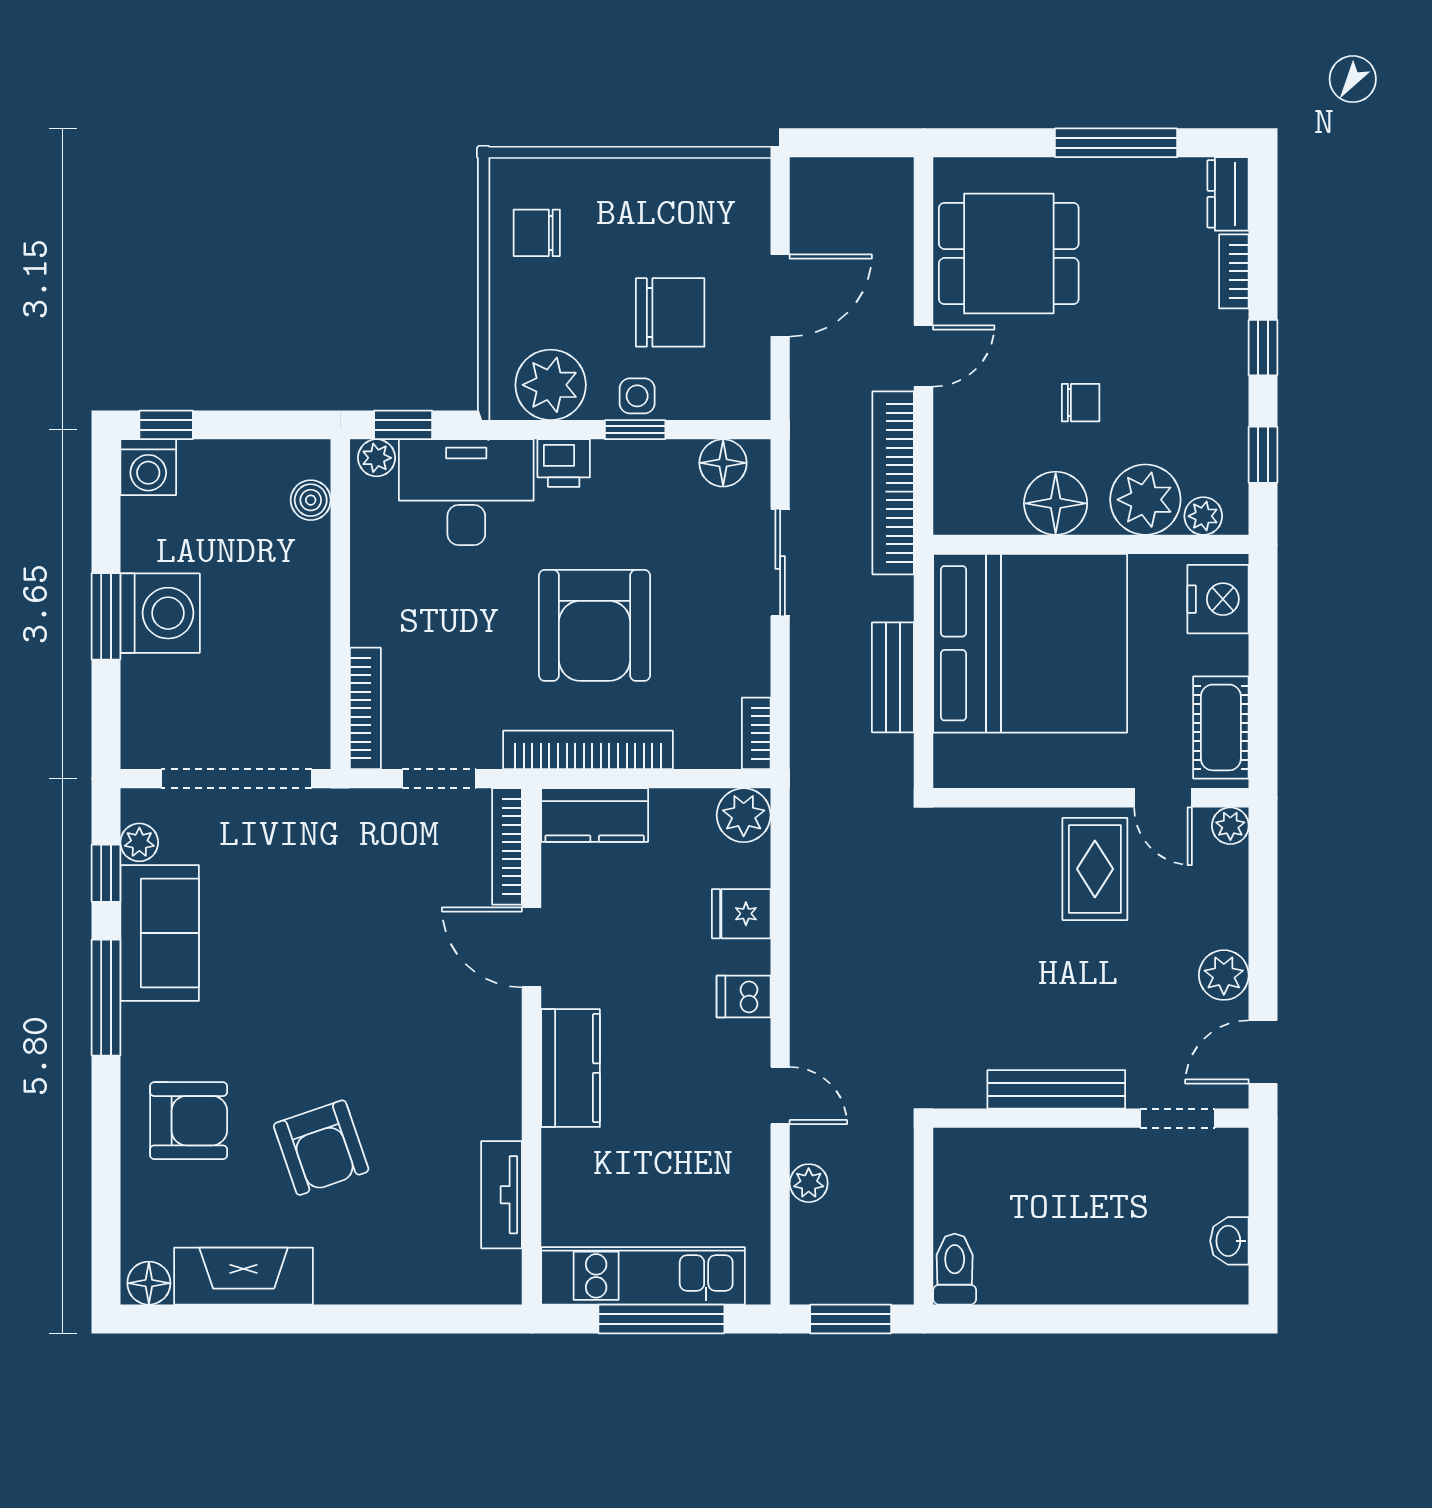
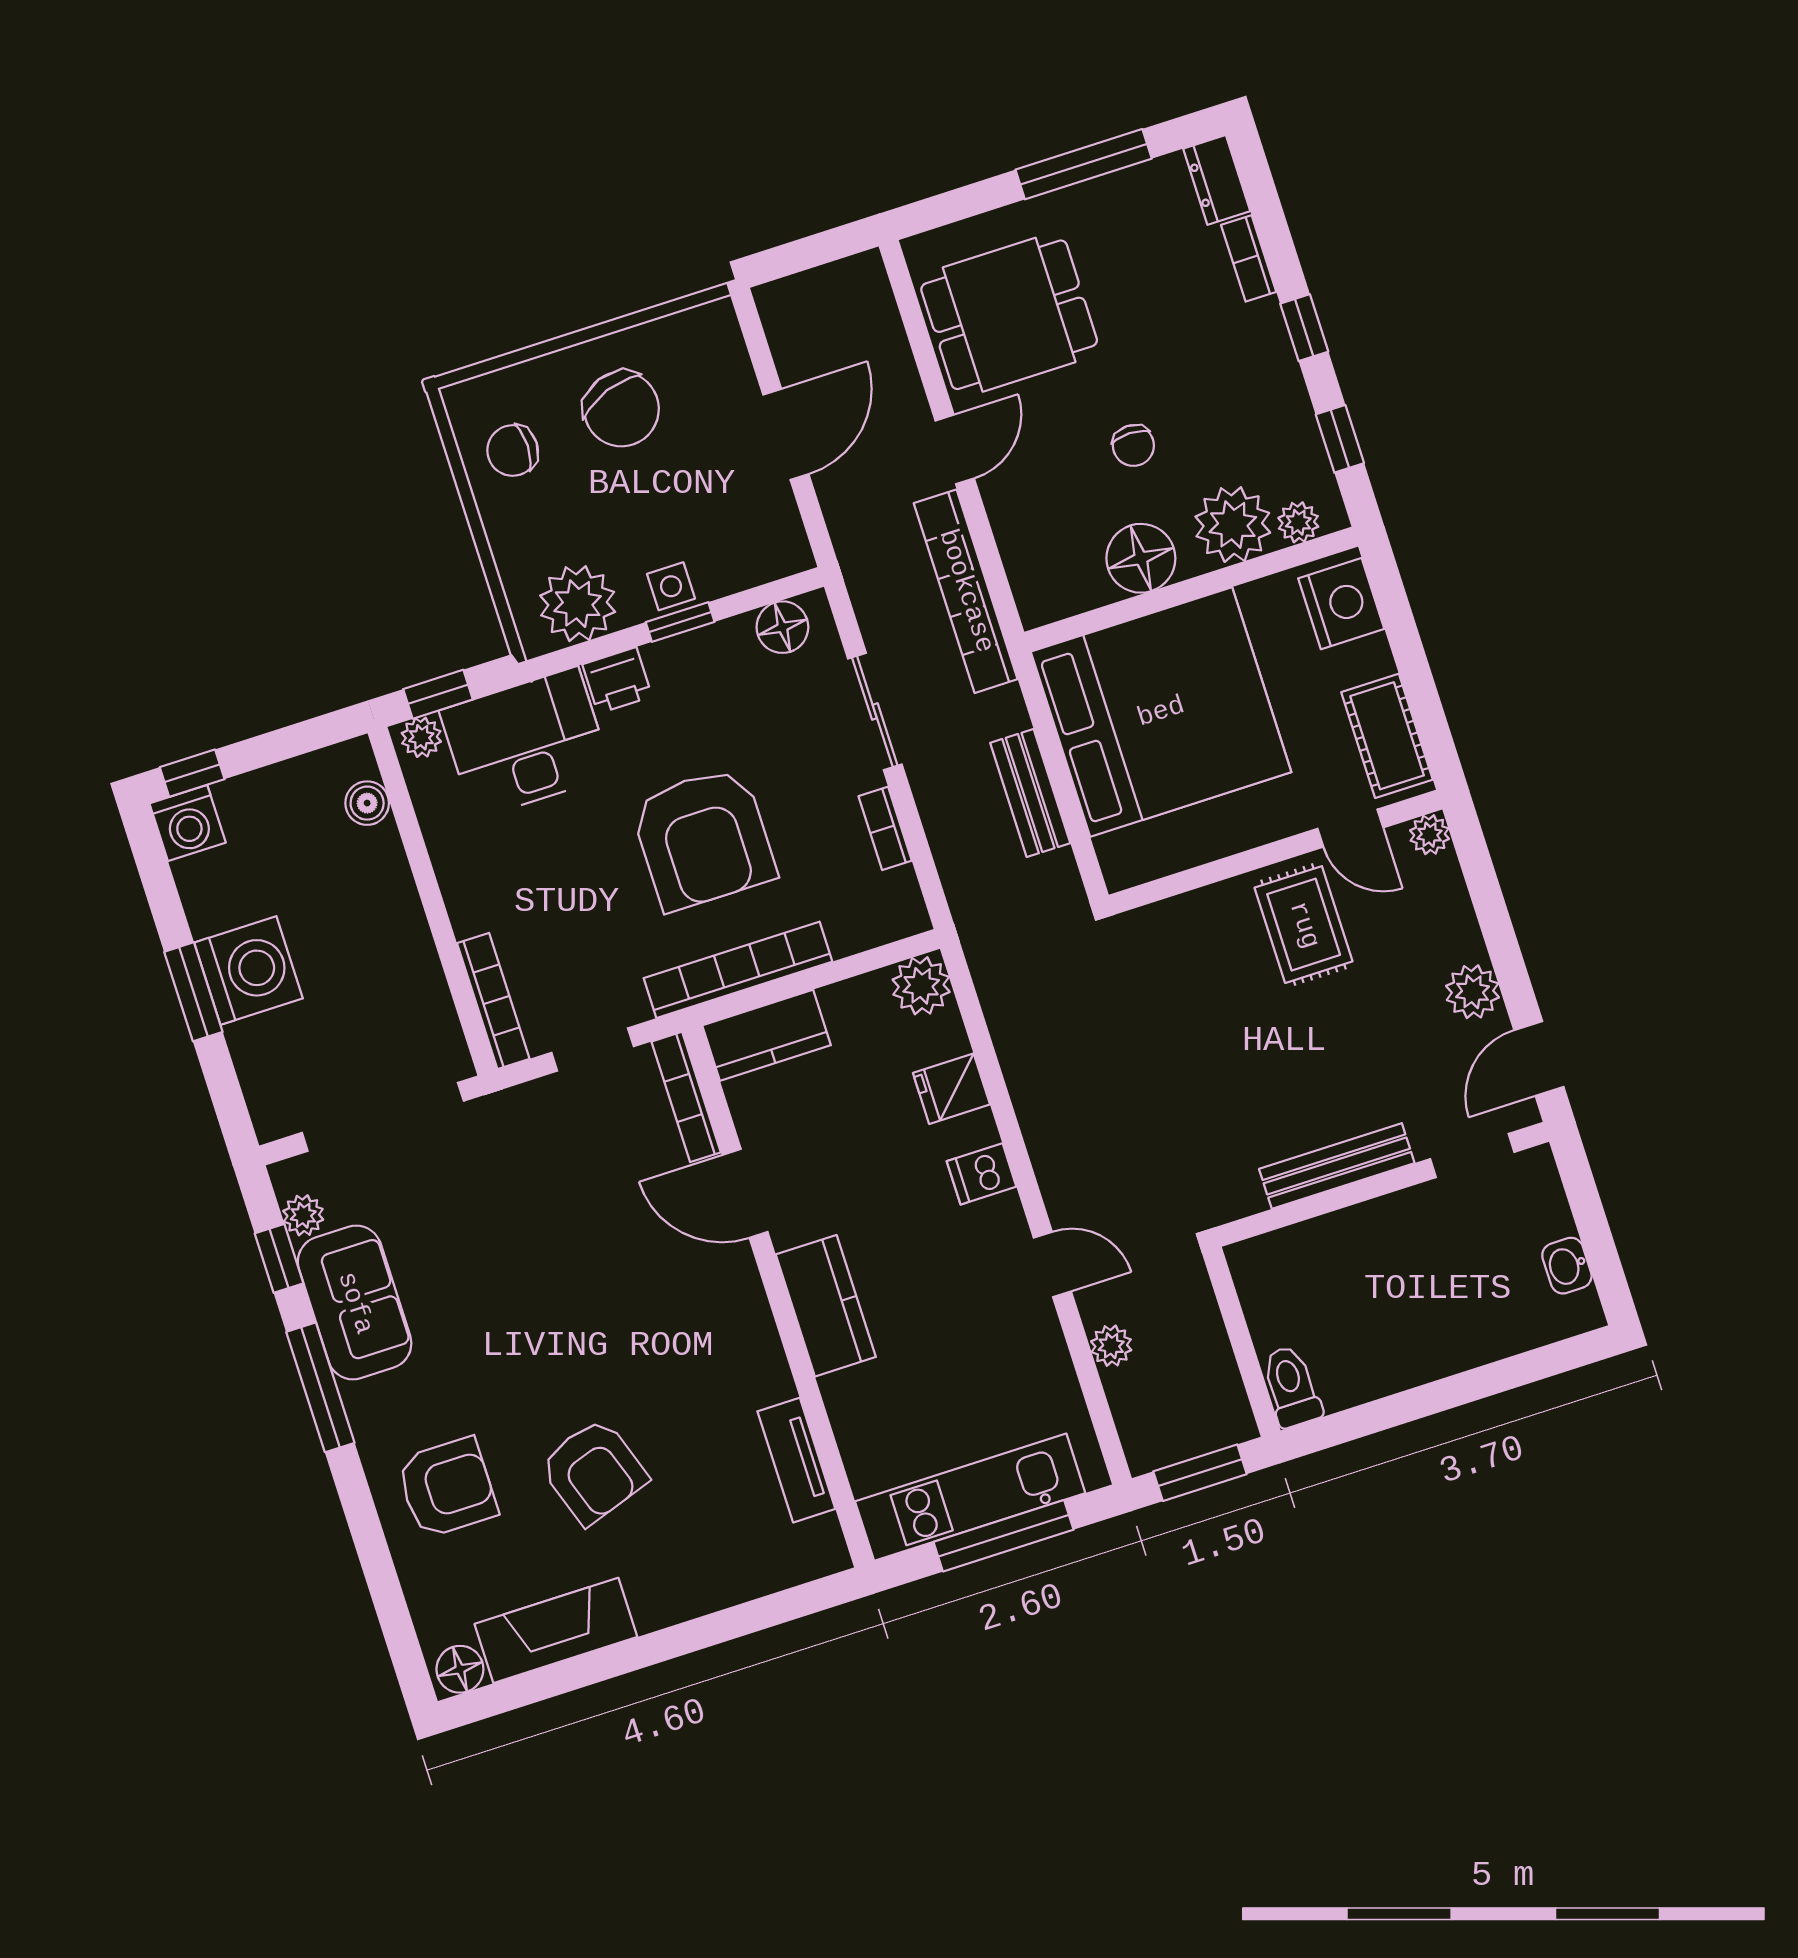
chair: (670, 312) -> (621, 409), moved, turned 70
chair: (1081, 403) -> (1133, 445), turned 90
bookcase: (756, 733) -> (885, 828), moved

